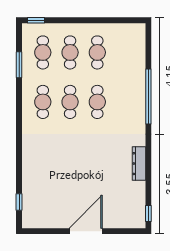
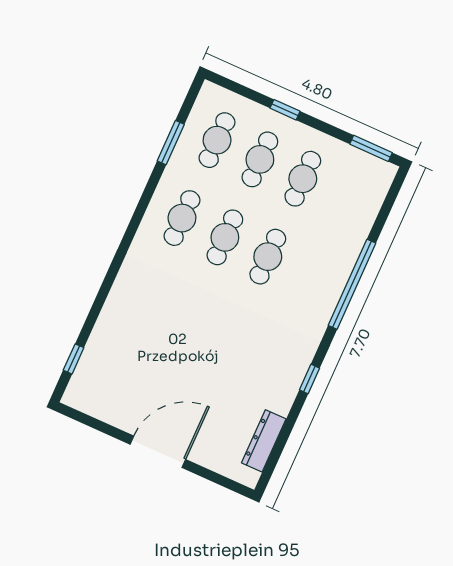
window: (36, 20) -> (285, 110), moved
window: (126, 20) -> (371, 148), added
dresser: (139, 164) -> (264, 441), moved
window: (148, 214) -> (309, 379), moved

